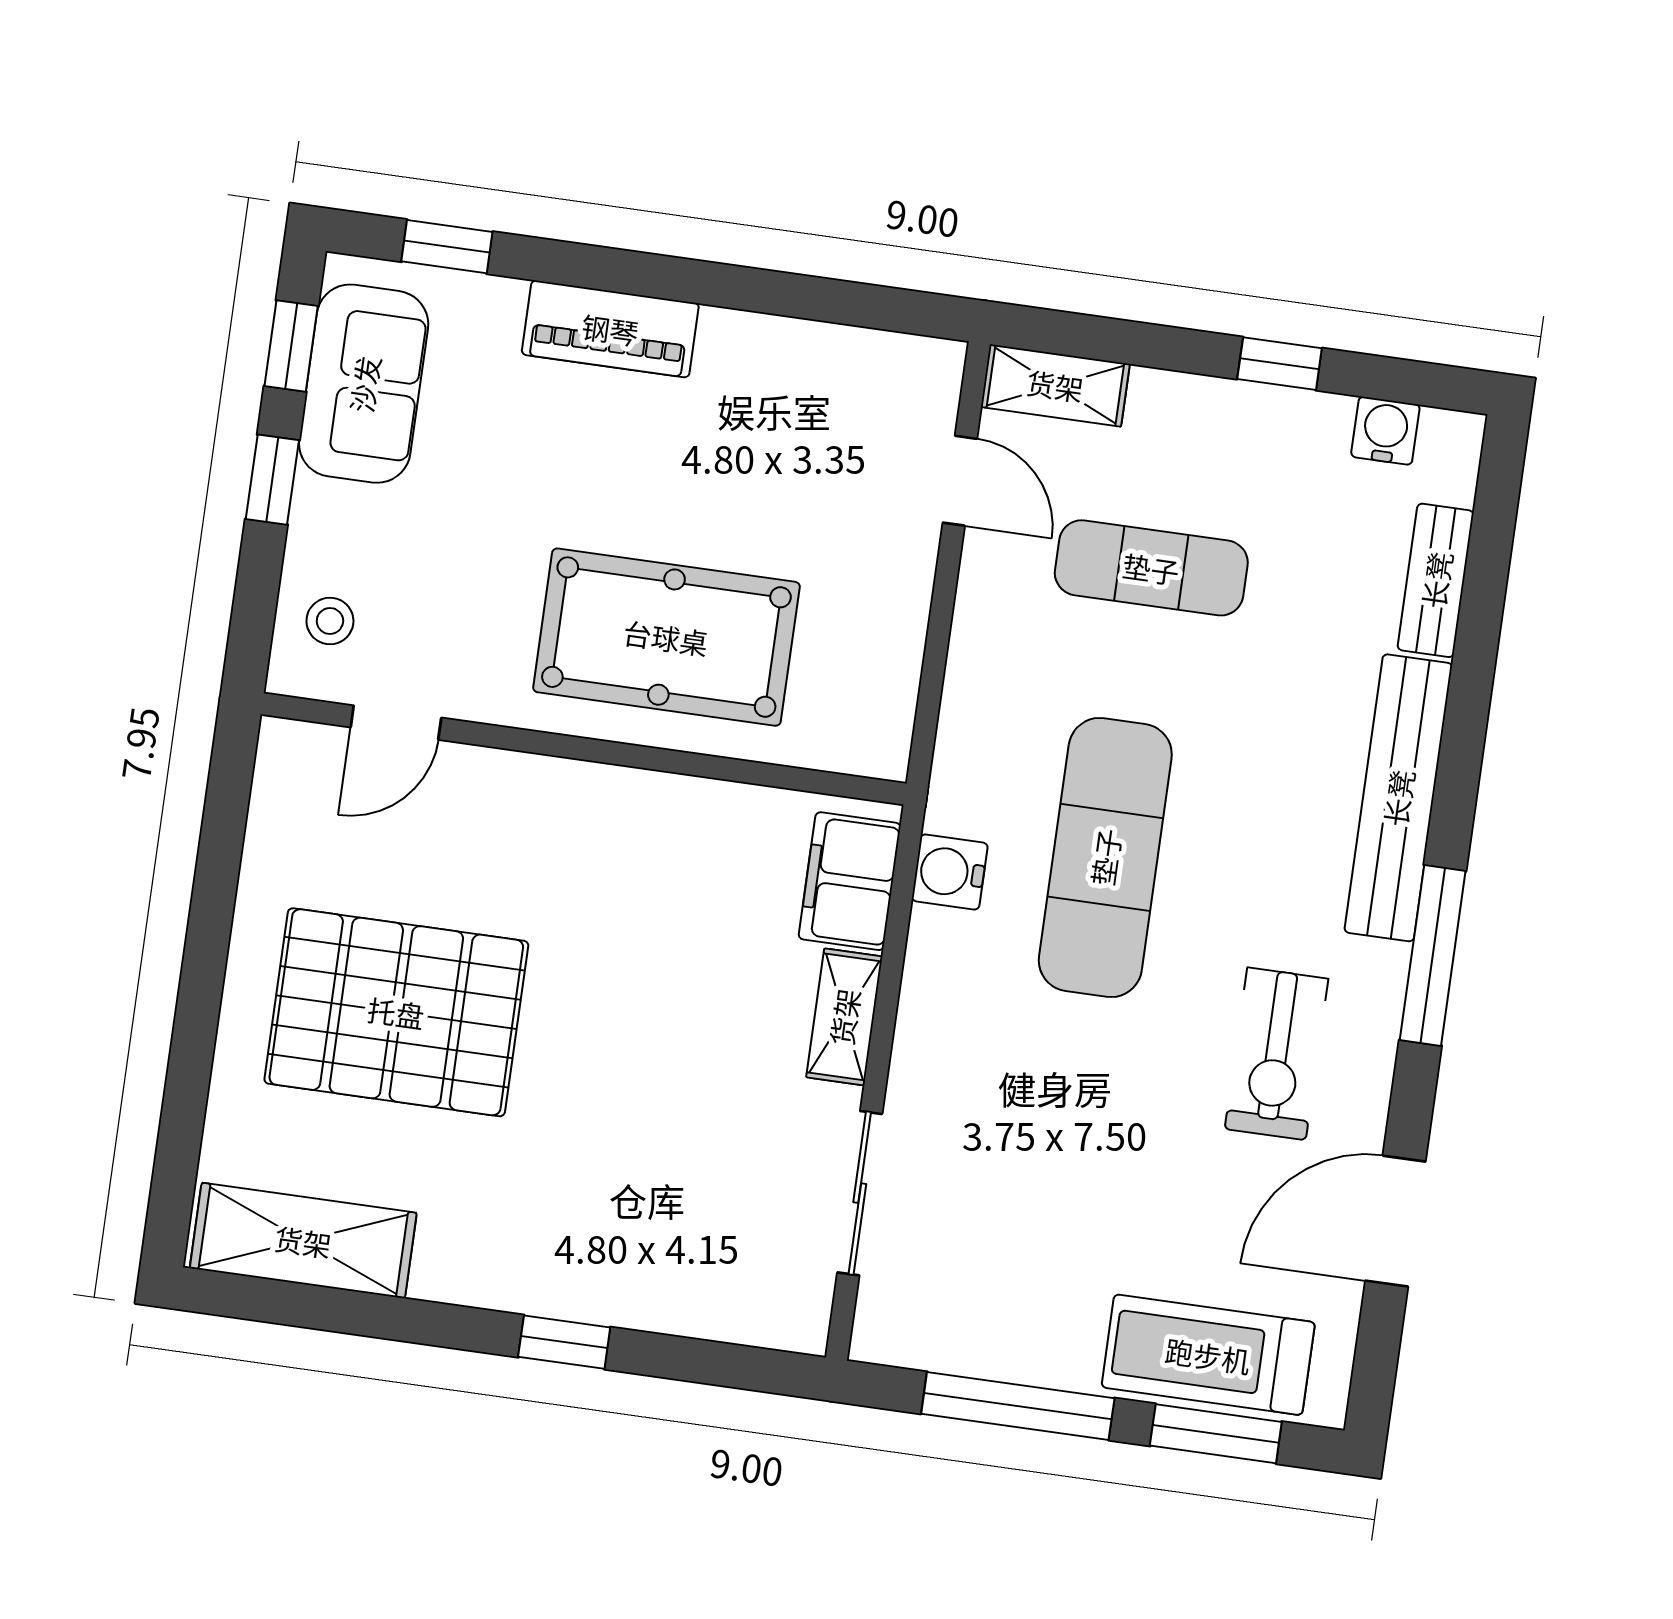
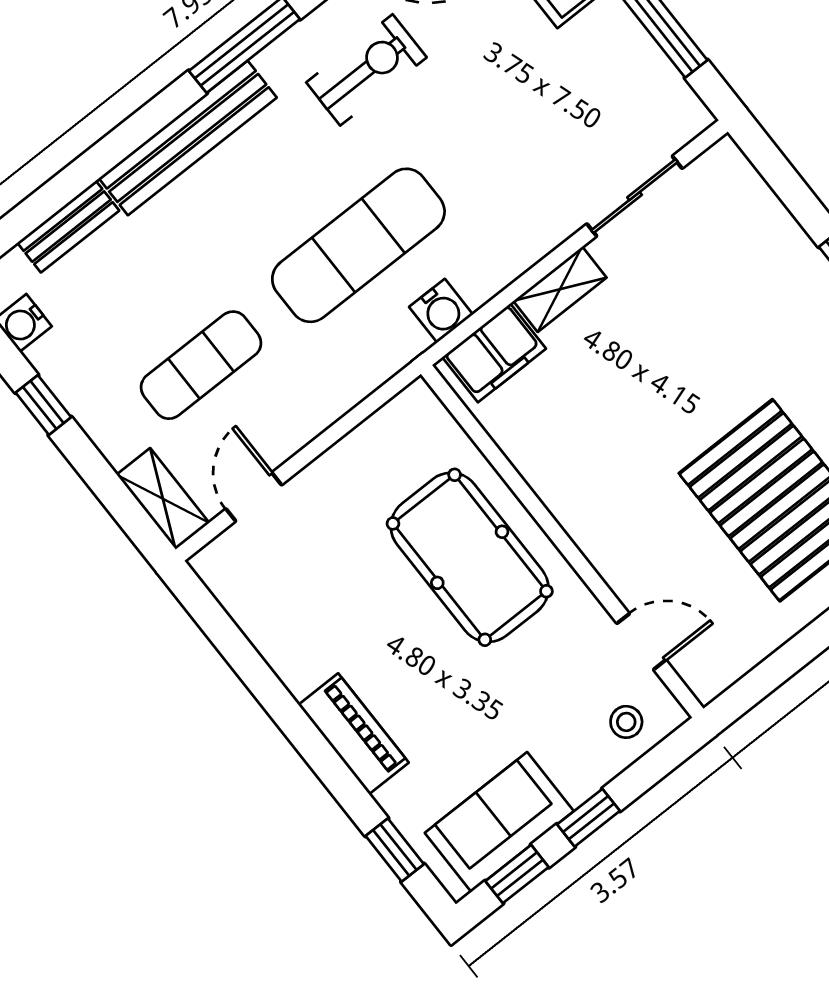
exercise mat: (1151, 568) -> (201, 365), turned 90

